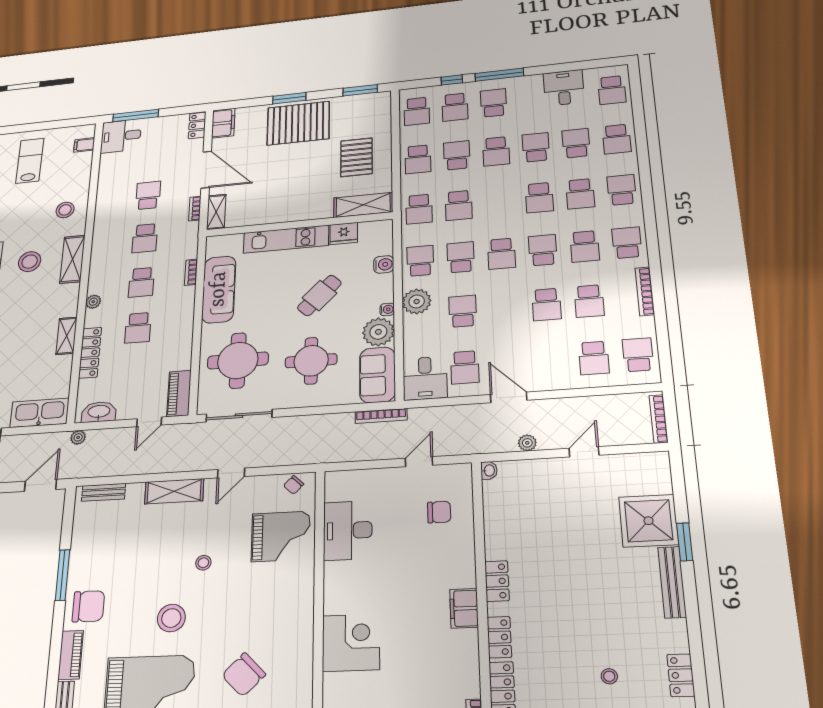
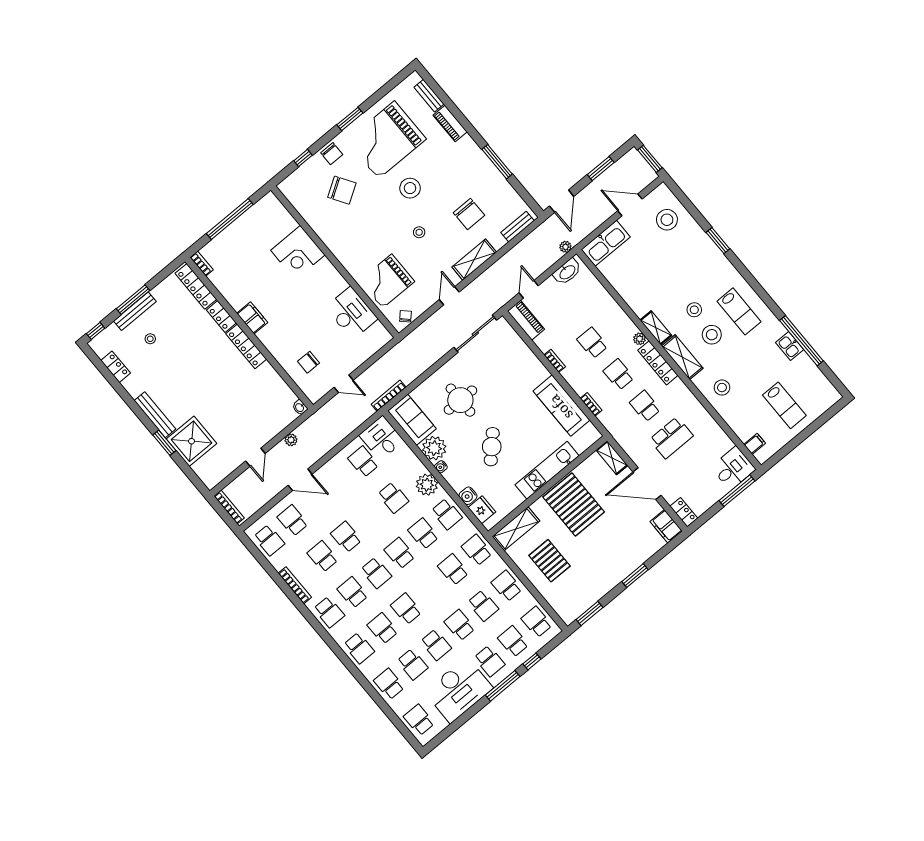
desk: (564, 88) -> (459, 690), width x1.87, depth x1.30
pallet: (298, 123) -> (574, 504), moved, turned 90
school desk: (148, 195) -> (671, 438), width x1.85
bookcase: (195, 209) -> (555, 361), moved
fridge: (344, 233) -> (482, 510), moved, turned 90
school desk: (461, 257) -> (423, 534), turned 180
stool: (23, 294) -> (694, 310), added
shelving: (66, 336) -> (656, 328), moved
locker: (90, 353) -> (658, 363), moved
round table: (238, 360) -> (507, 368), removed
door: (509, 397) -> (300, 480), moved
door: (419, 462) -> (344, 384), hinge flipped
locker: (497, 581) -> (246, 346), width x1.53
chair: (88, 606) -> (469, 214), moved, turned -90
chair: (244, 675) -> (342, 190), turned 102

